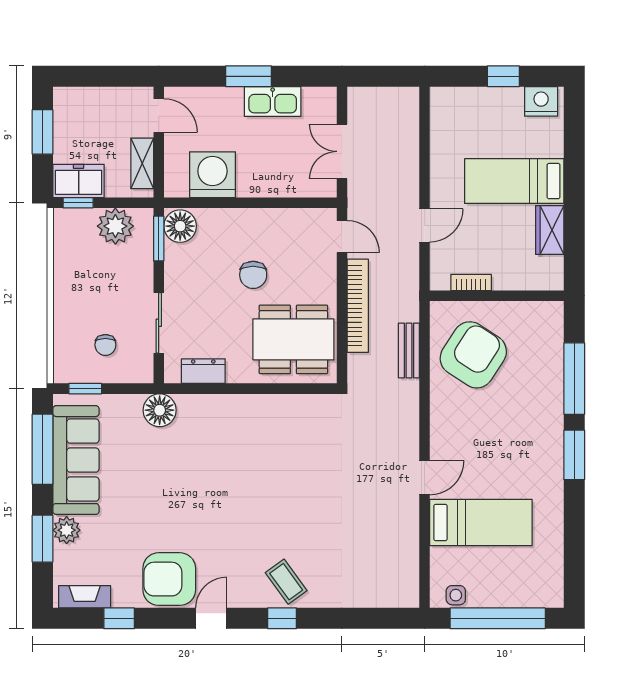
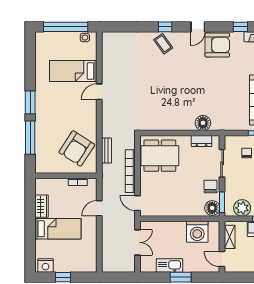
chair: (253, 275) -> (210, 186), moved
floor lamp: (160, 410) -> (203, 123), moved

